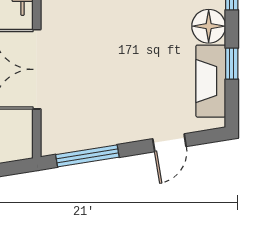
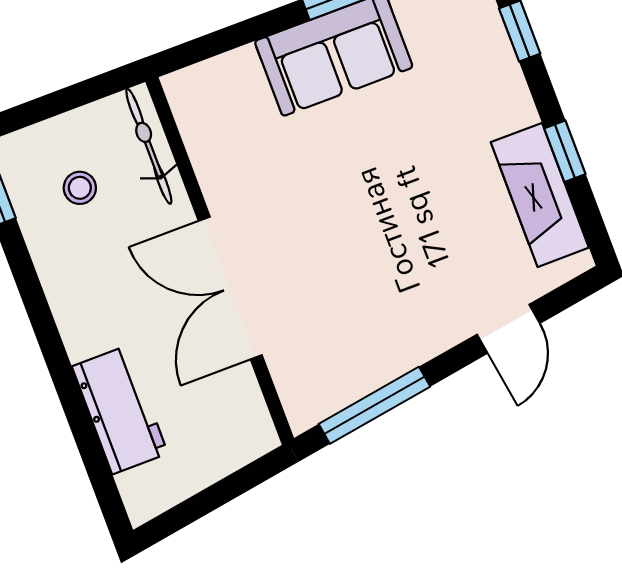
floor lamp: (209, 26) -> (500, 101), removed

